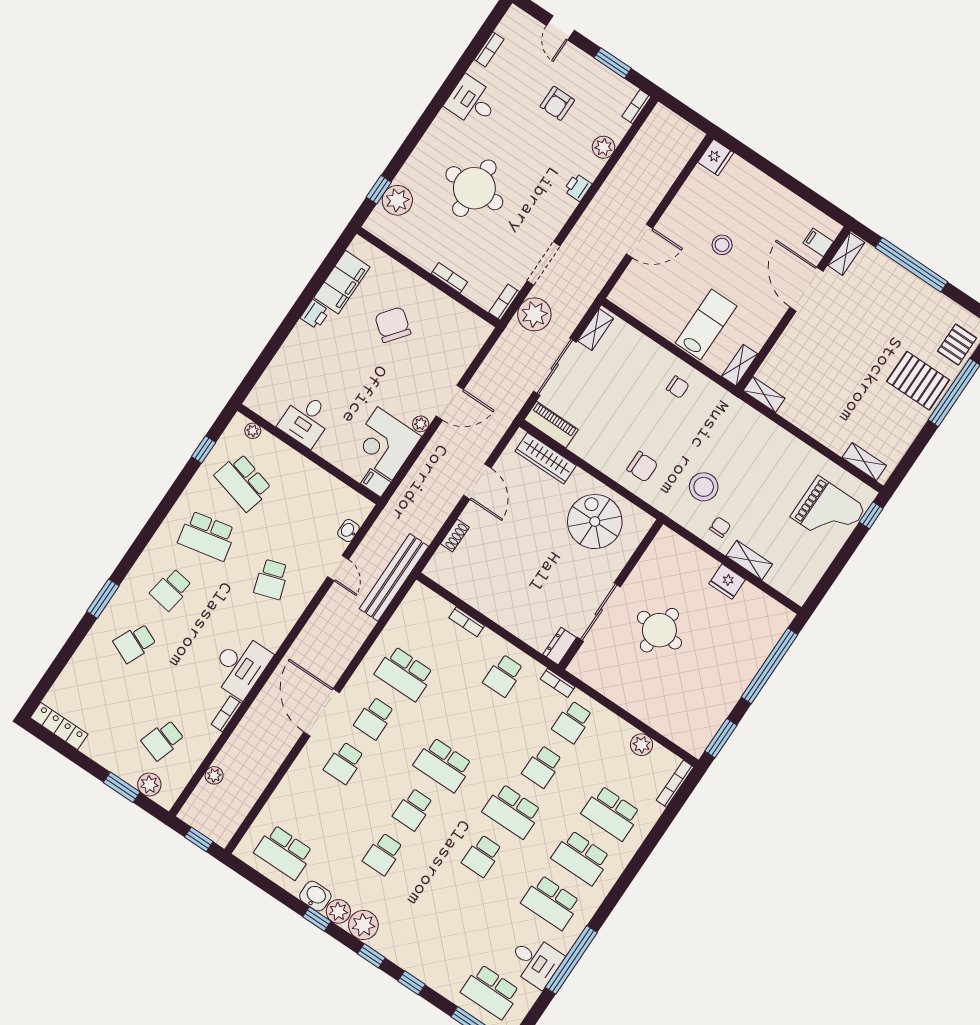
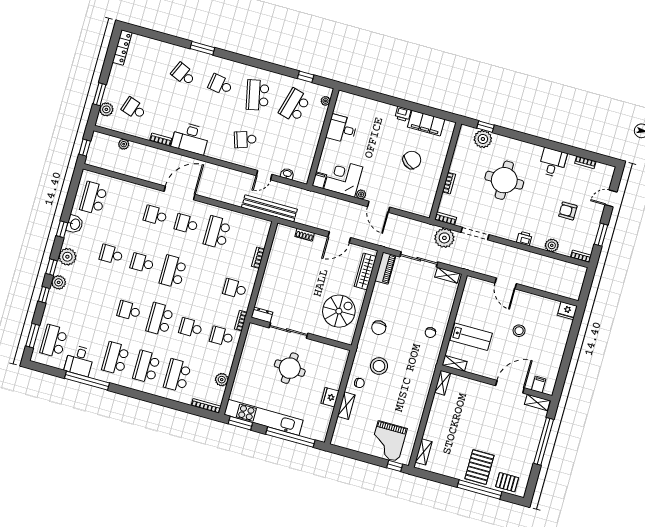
kitchen unit: (724, 698) -> (264, 417), added
plant: (338, 911) -> (59, 282), moved

